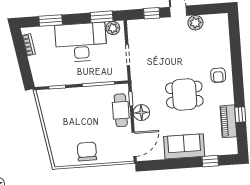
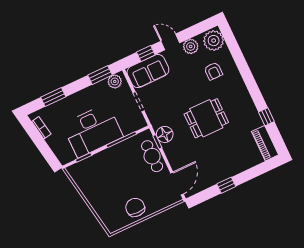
plant: (219, 25) -> (214, 41), added
desk: (81, 42) -> (93, 131), moved, turned 180
armchair: (218, 75) -> (213, 71), moved
floor lamp: (141, 113) -> (165, 134), moved
piano: (228, 121) -> (265, 143), moved
sofa: (184, 146) -> (148, 71), moved, turned 180
window: (210, 161) -> (226, 185), moved

